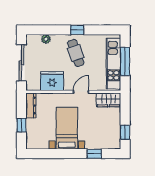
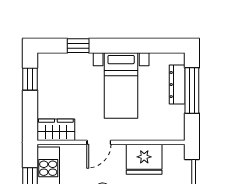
dresser: (31, 106) -> (177, 85), moved
window: (21, 125) -> (192, 90), width x2.17

